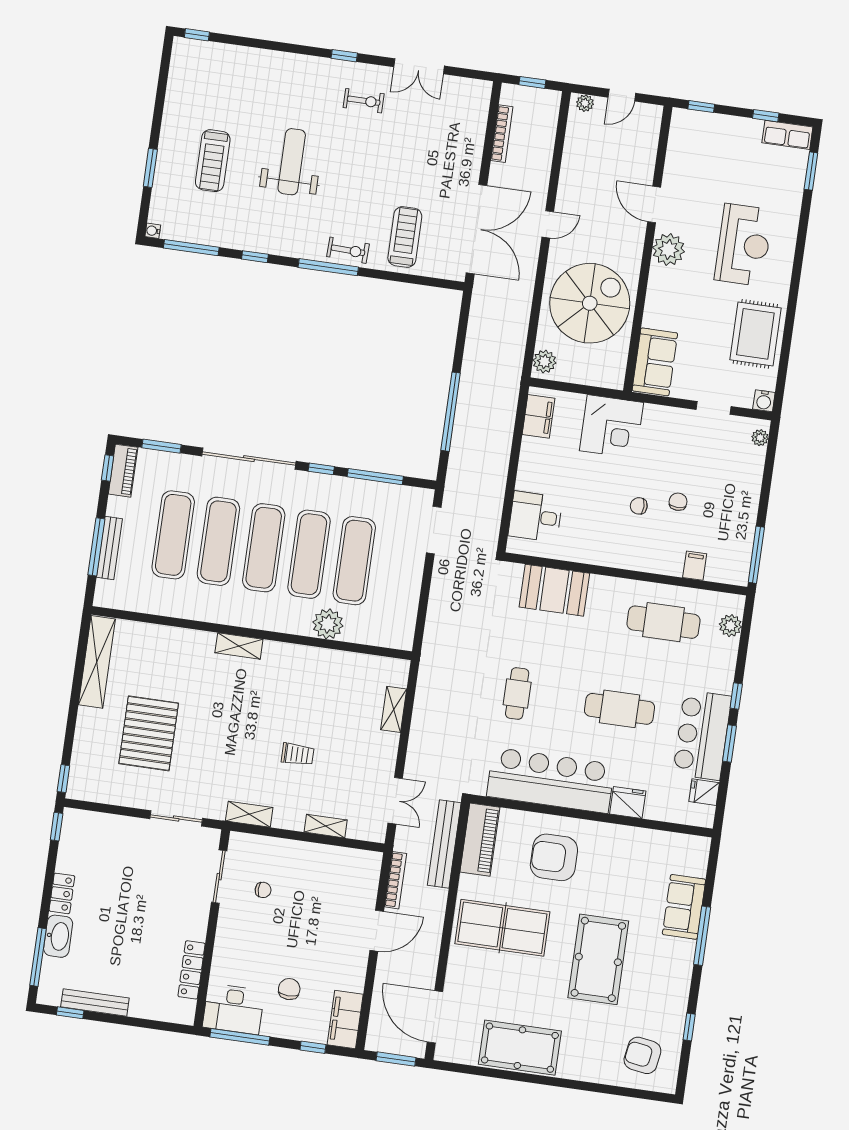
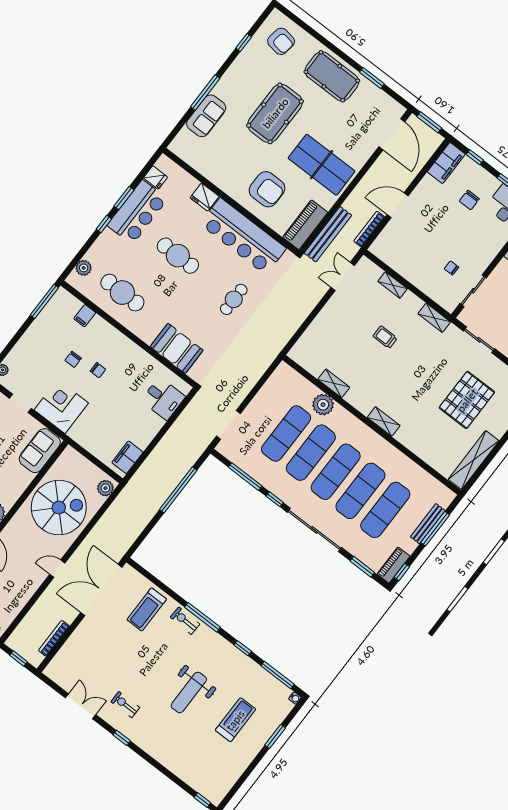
spiral stairs: (590, 303) -> (59, 508), turned 180
corner desk: (611, 427) -> (61, 407), moved
shelving: (394, 709) -> (334, 383), moved, turned 90
pool table: (520, 1048) -> (332, 76), moved
window: (501, 1074) -> (372, 78), added

